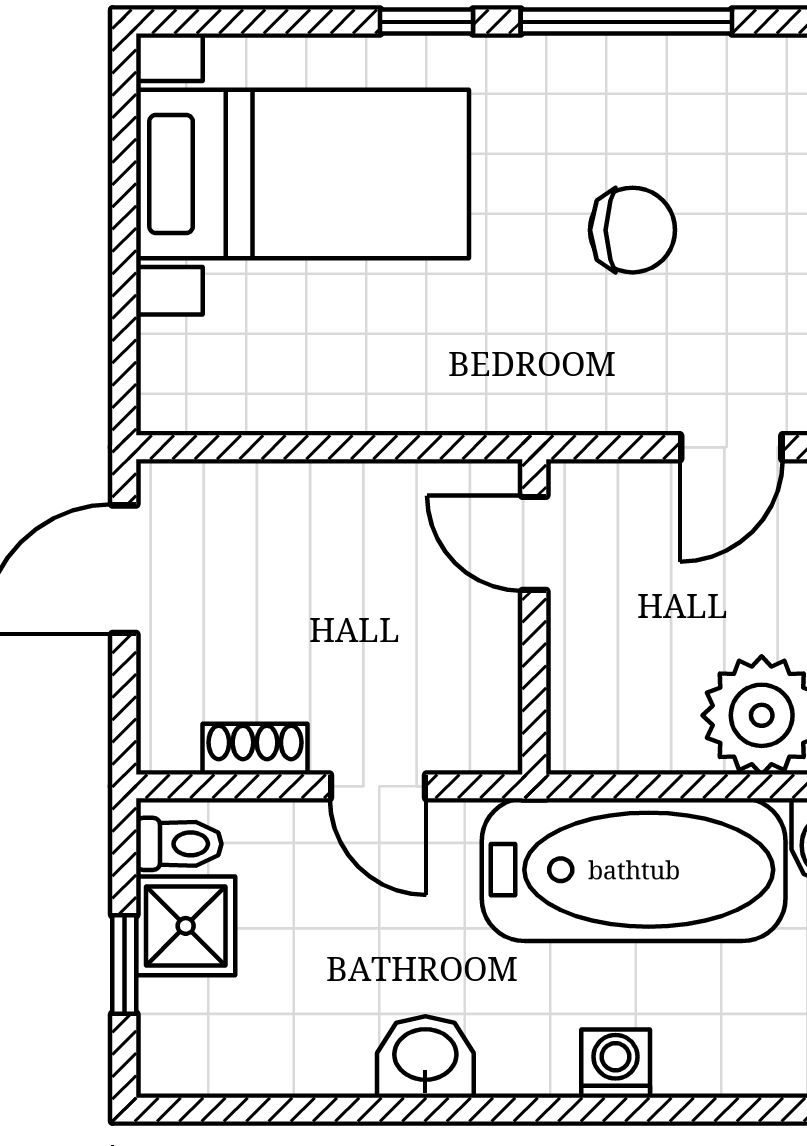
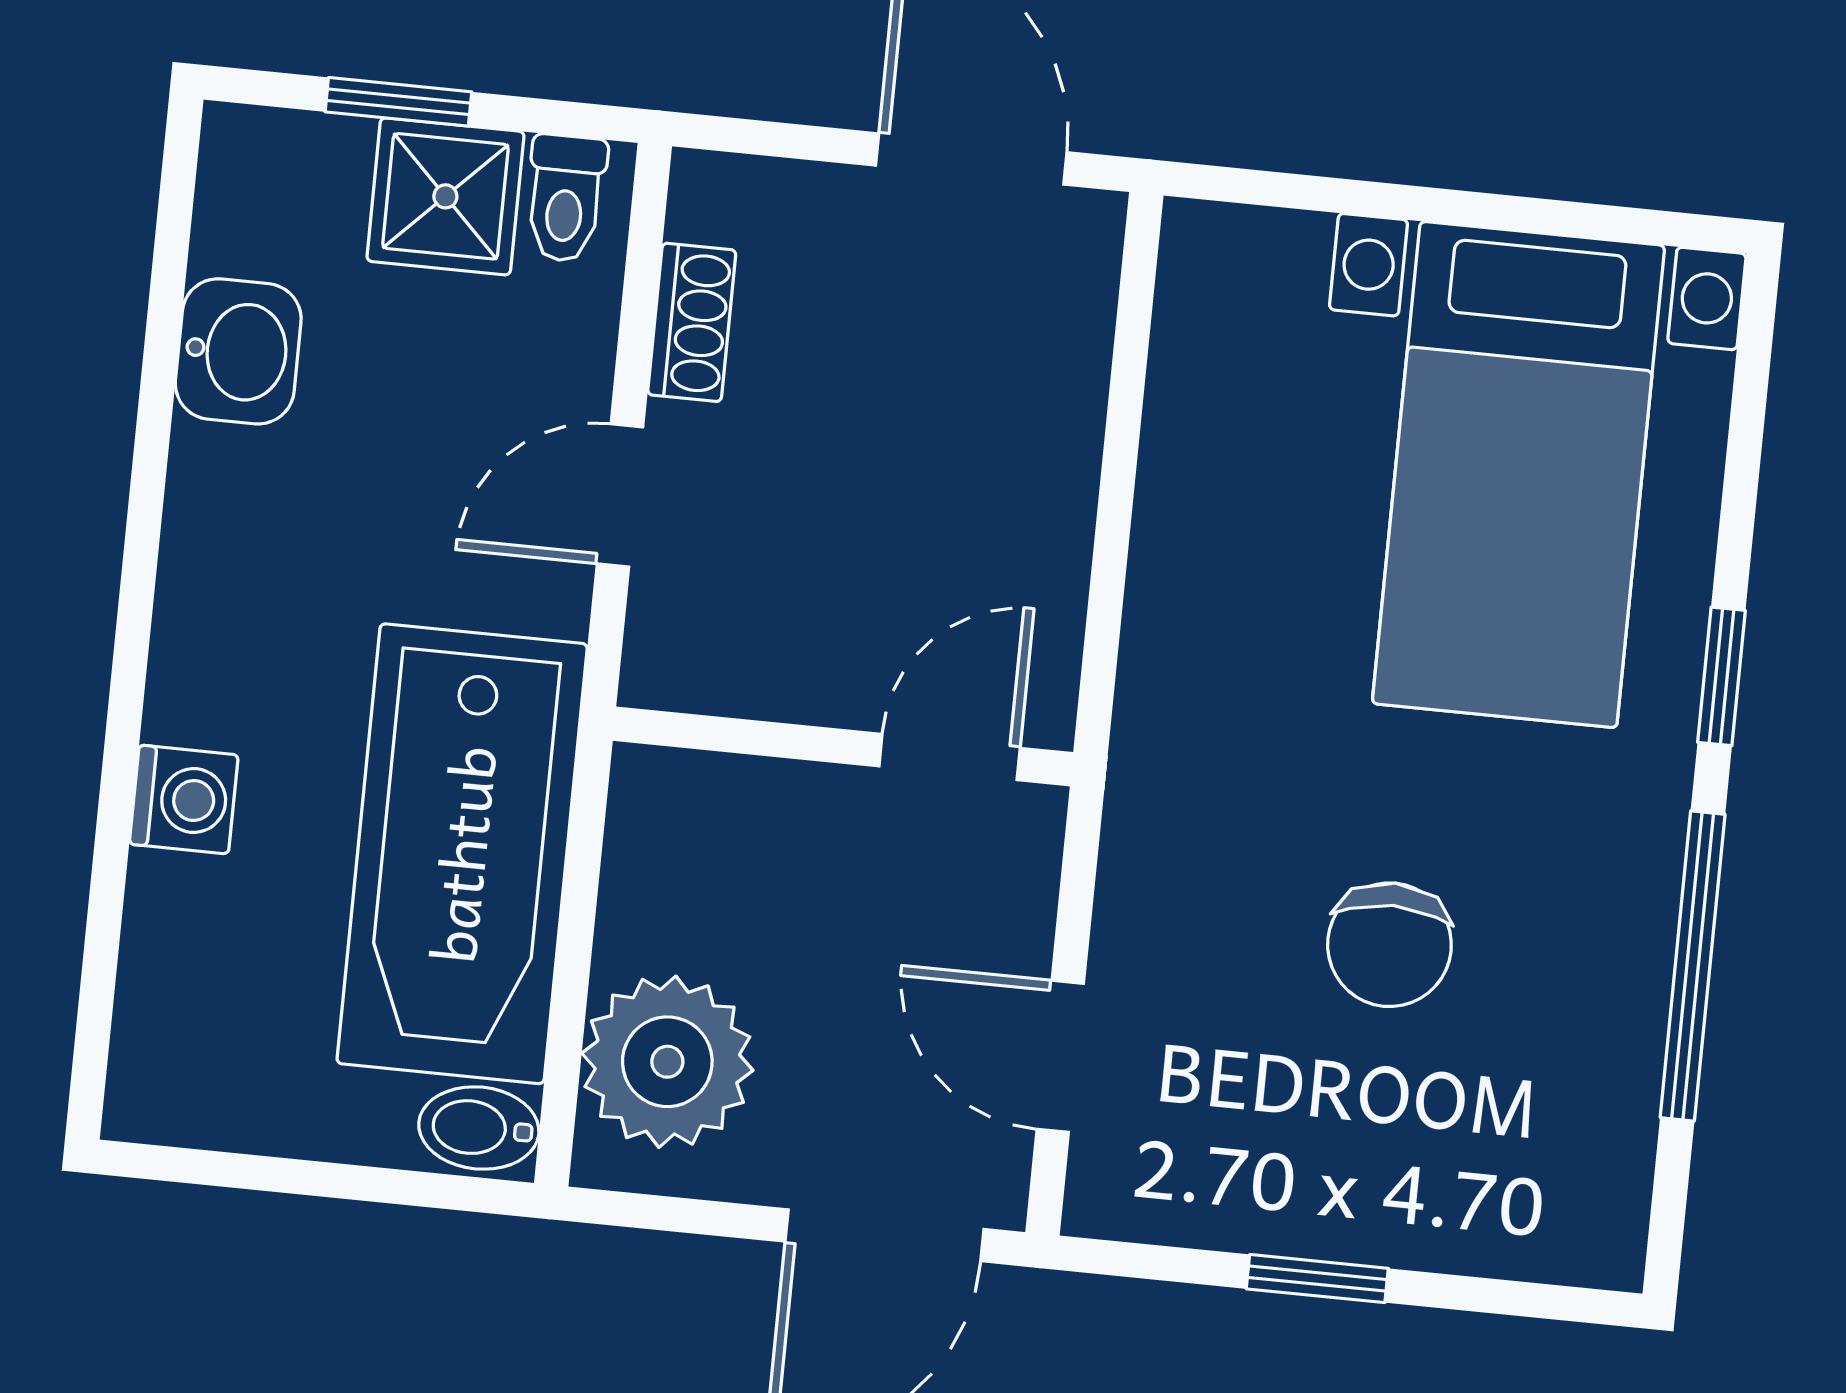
washbasin: (425, 1057) -> (238, 351), moved

